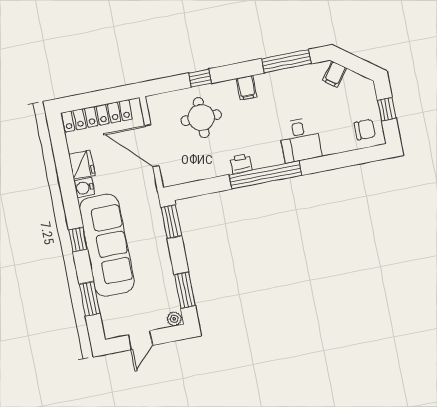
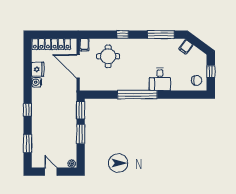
window: (200, 78) -> (123, 35), moved
filing cabinet: (247, 88) -> (84, 45), moved
printer: (241, 163) -> (125, 86), removed
sofa: (107, 245) -> (43, 116), removed
window: (185, 290) -> (81, 134), moved
door: (140, 340) -> (51, 172), swing flipped

